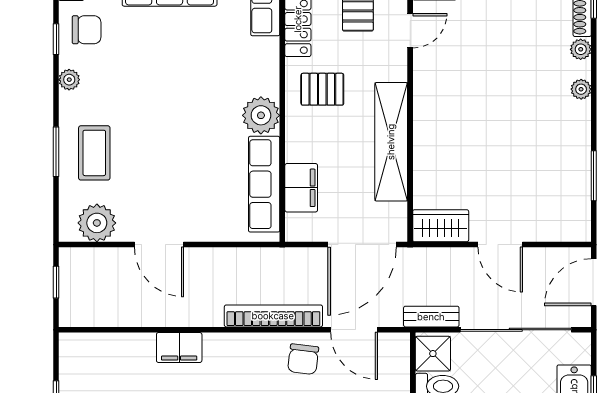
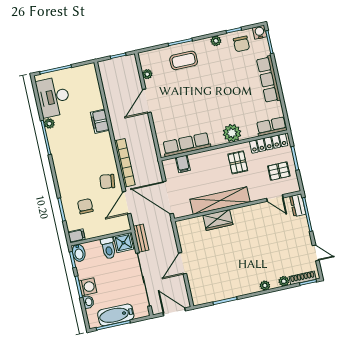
plant: (261, 115) -> (232, 133), moved
filing cabinet: (301, 188) -> (183, 164), width x0.50
plant: (97, 223) -> (147, 74), width x0.53, depth x0.53
wardrobe: (441, 226) -> (218, 220), moved, turned 90

